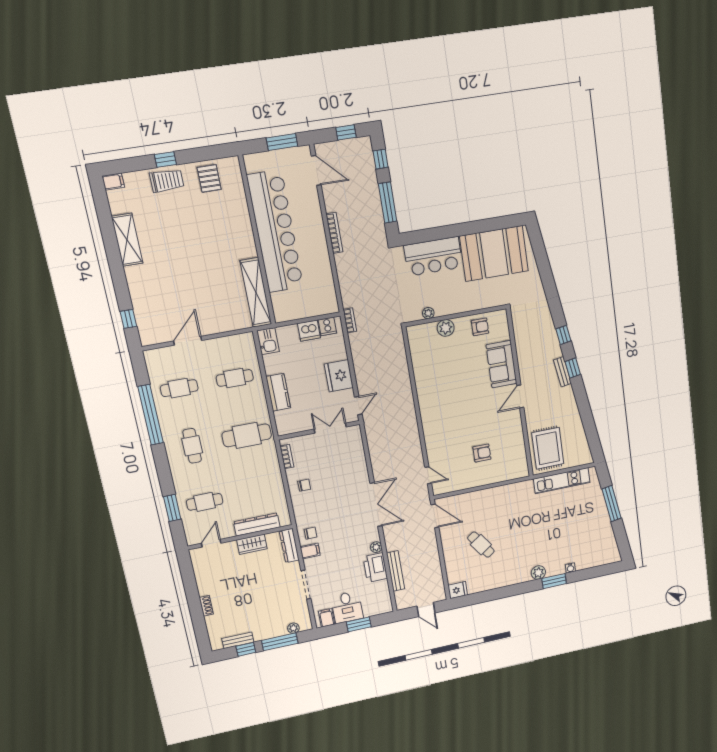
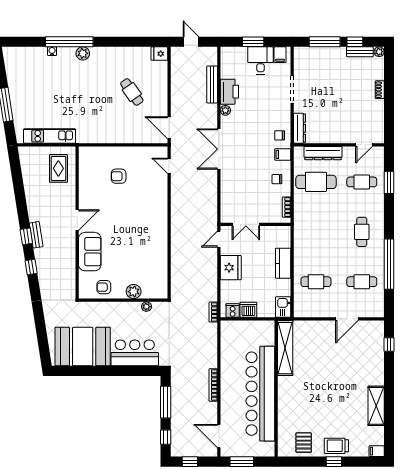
cafe table: (247, 435) -> (316, 182), moved
rug: (548, 448) -> (58, 168), width x0.73, depth x0.70
wardrobe: (252, 544) -> (331, 136), removed
filing cabinet: (310, 551) -> (283, 154), moved
window: (554, 581) -> (69, 42), width x2.11
plant: (293, 628) -> (379, 52), moved

